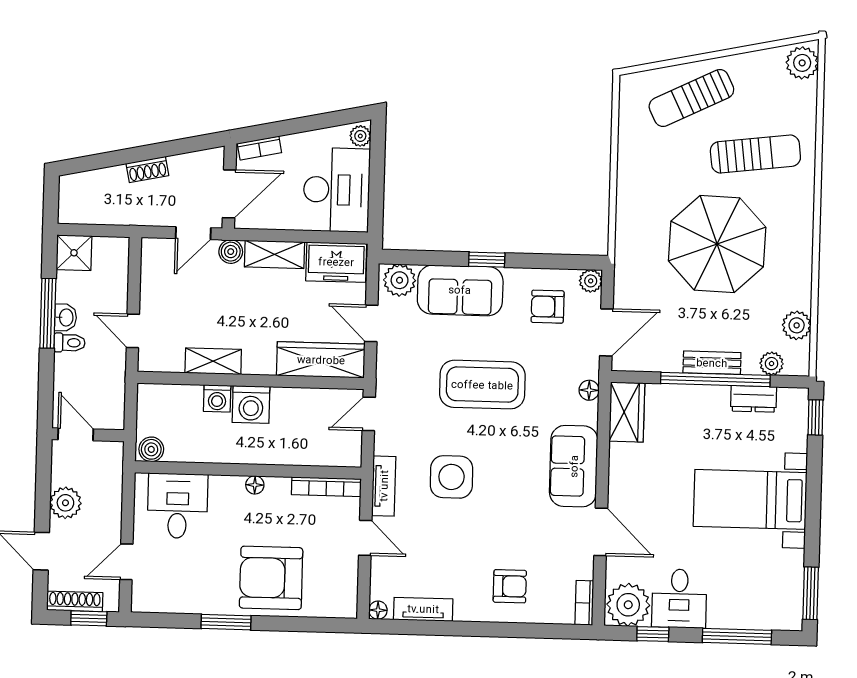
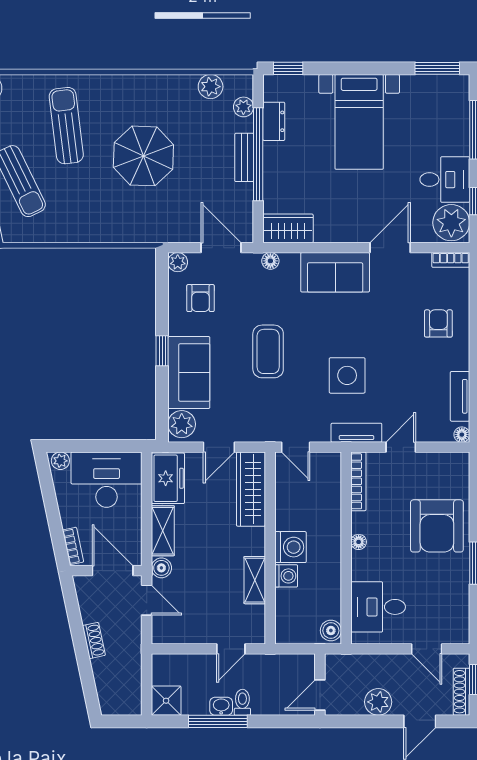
parasol: (717, 244) -> (143, 156), width x0.73, depth x0.73
coffee table: (482, 385) -> (268, 351), width x0.73, depth x0.76

